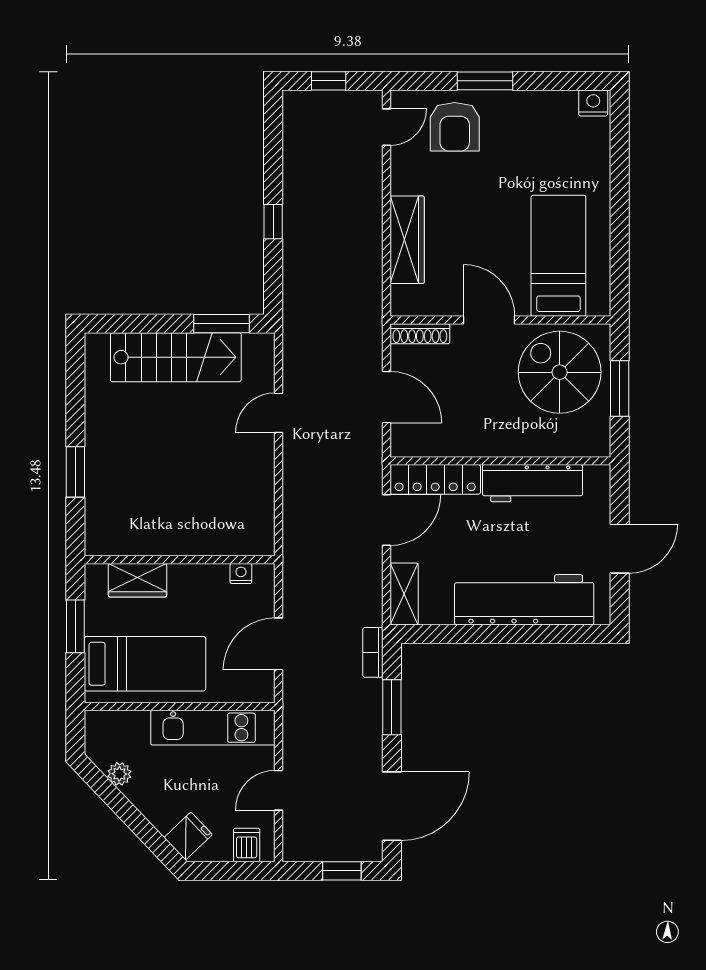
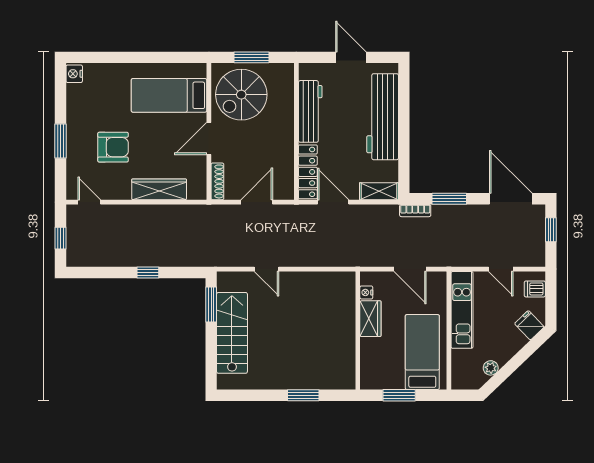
armchair: (455, 127) -> (113, 147), moved
wardrobe: (137, 580) -> (370, 319), moved

